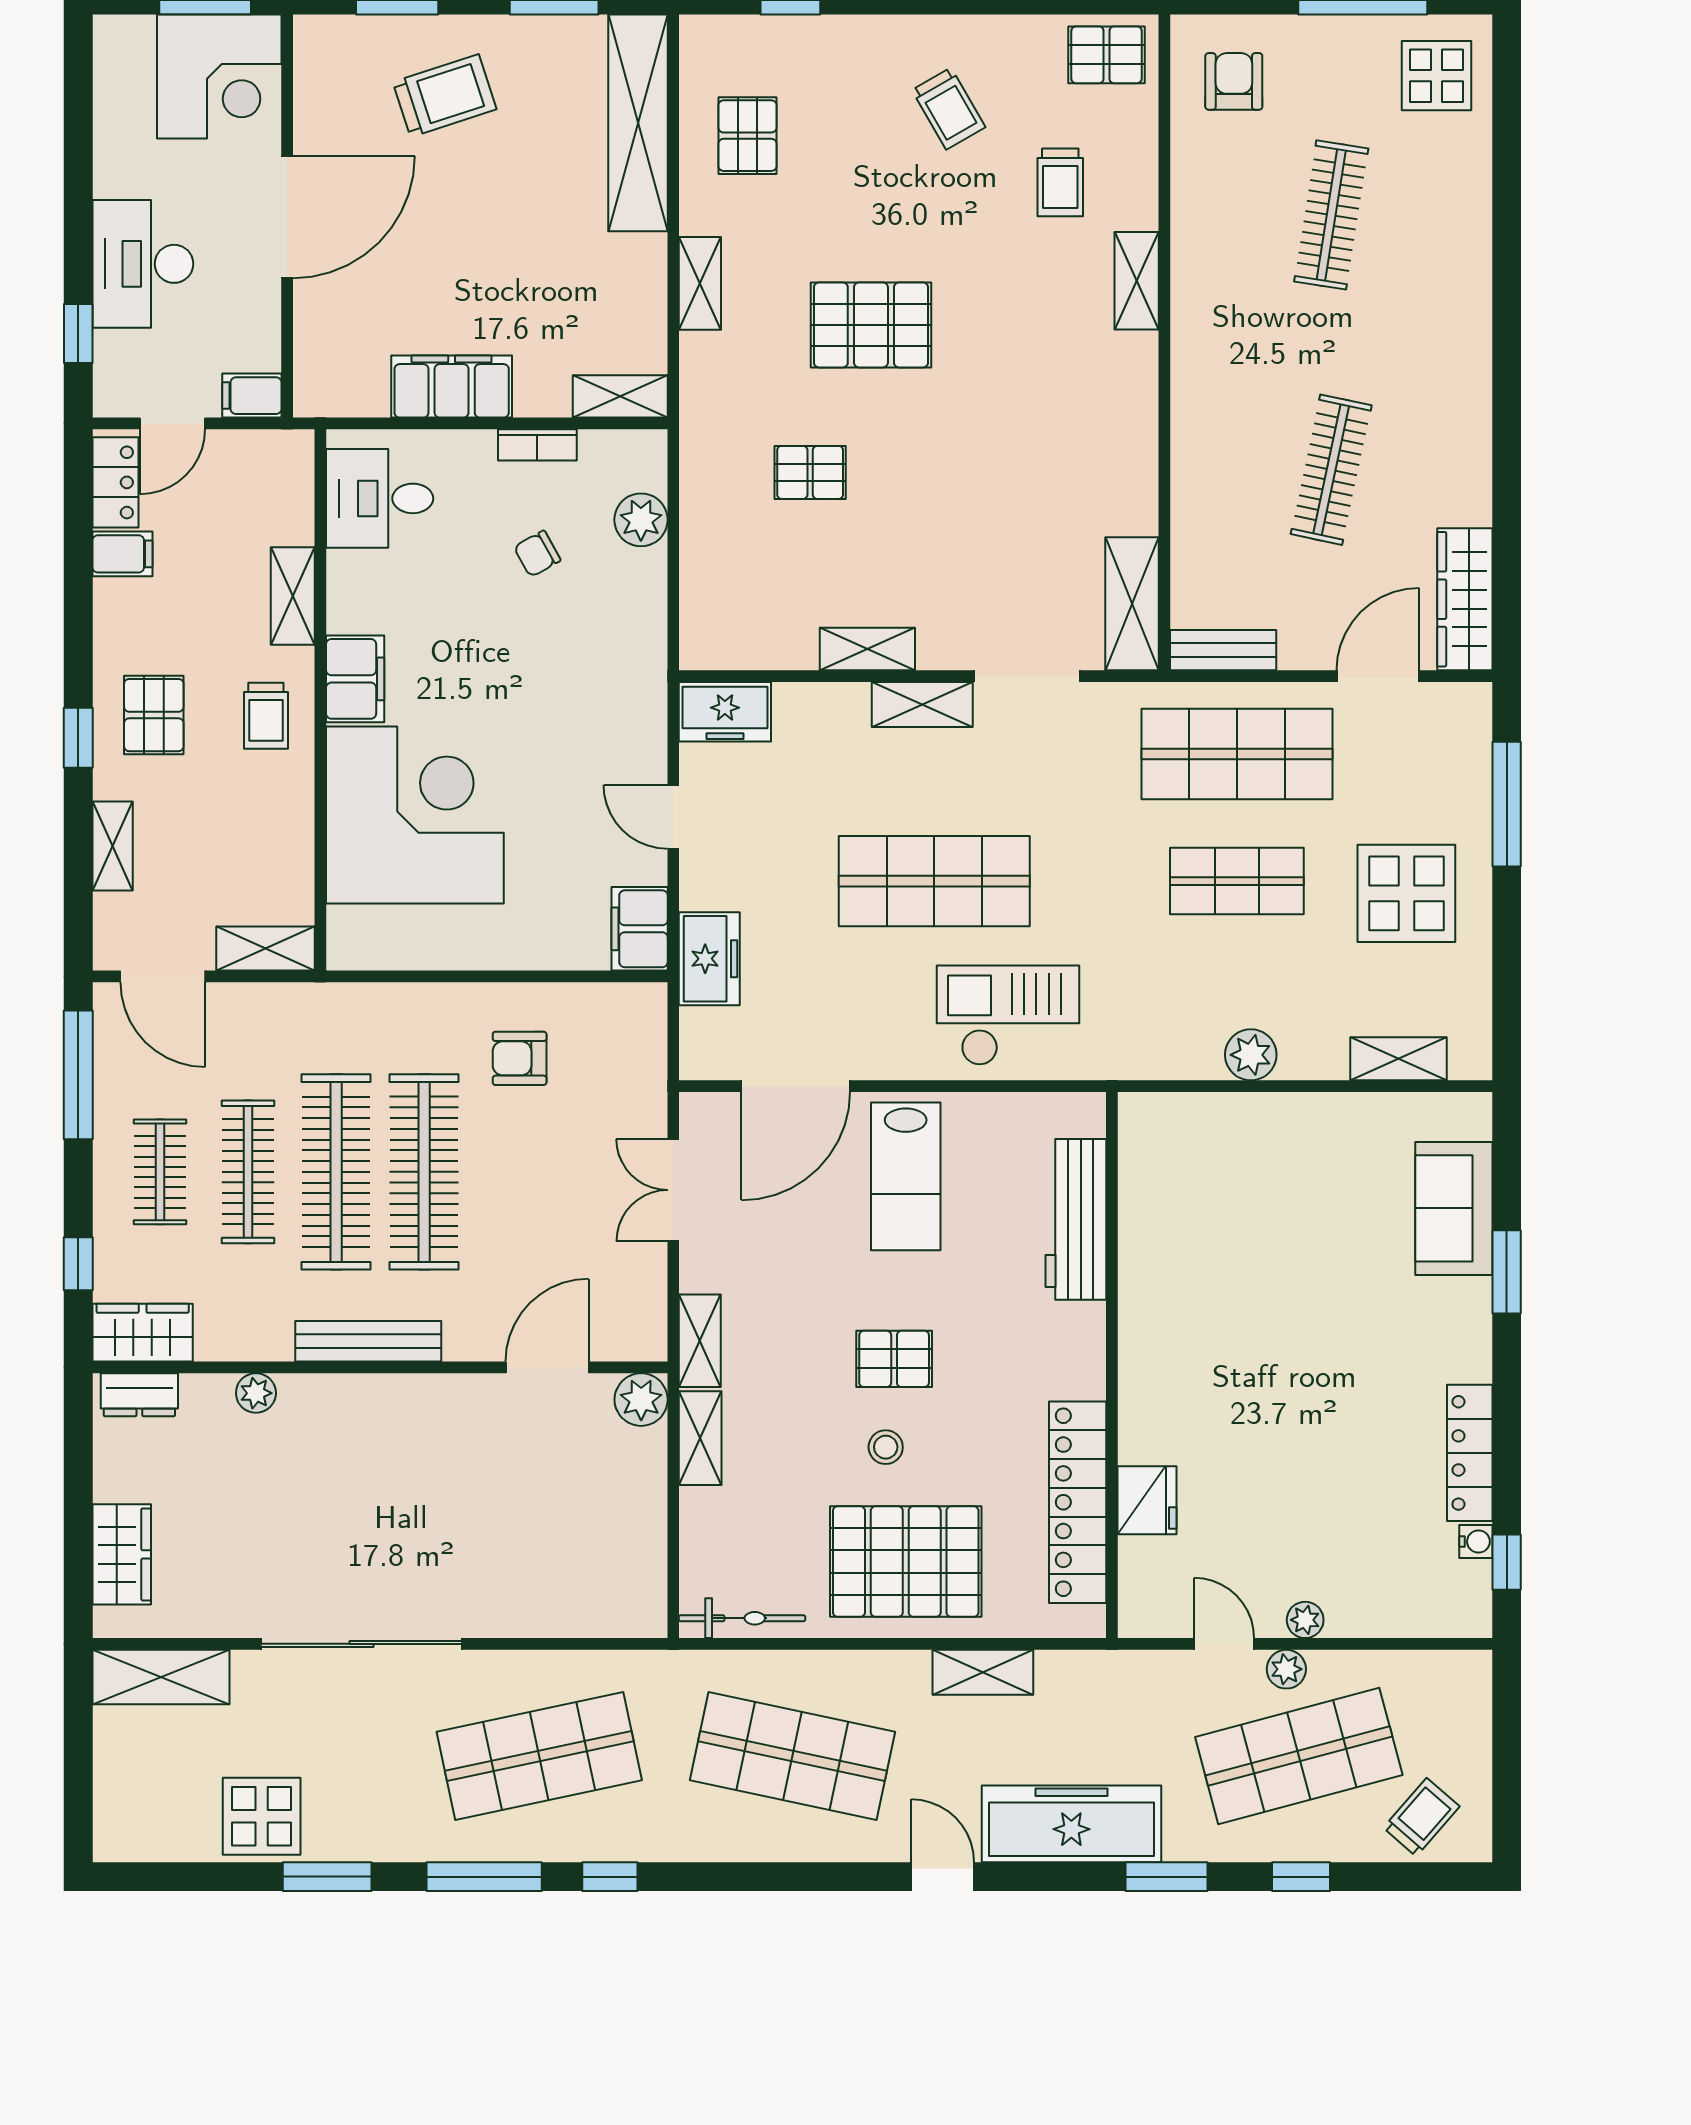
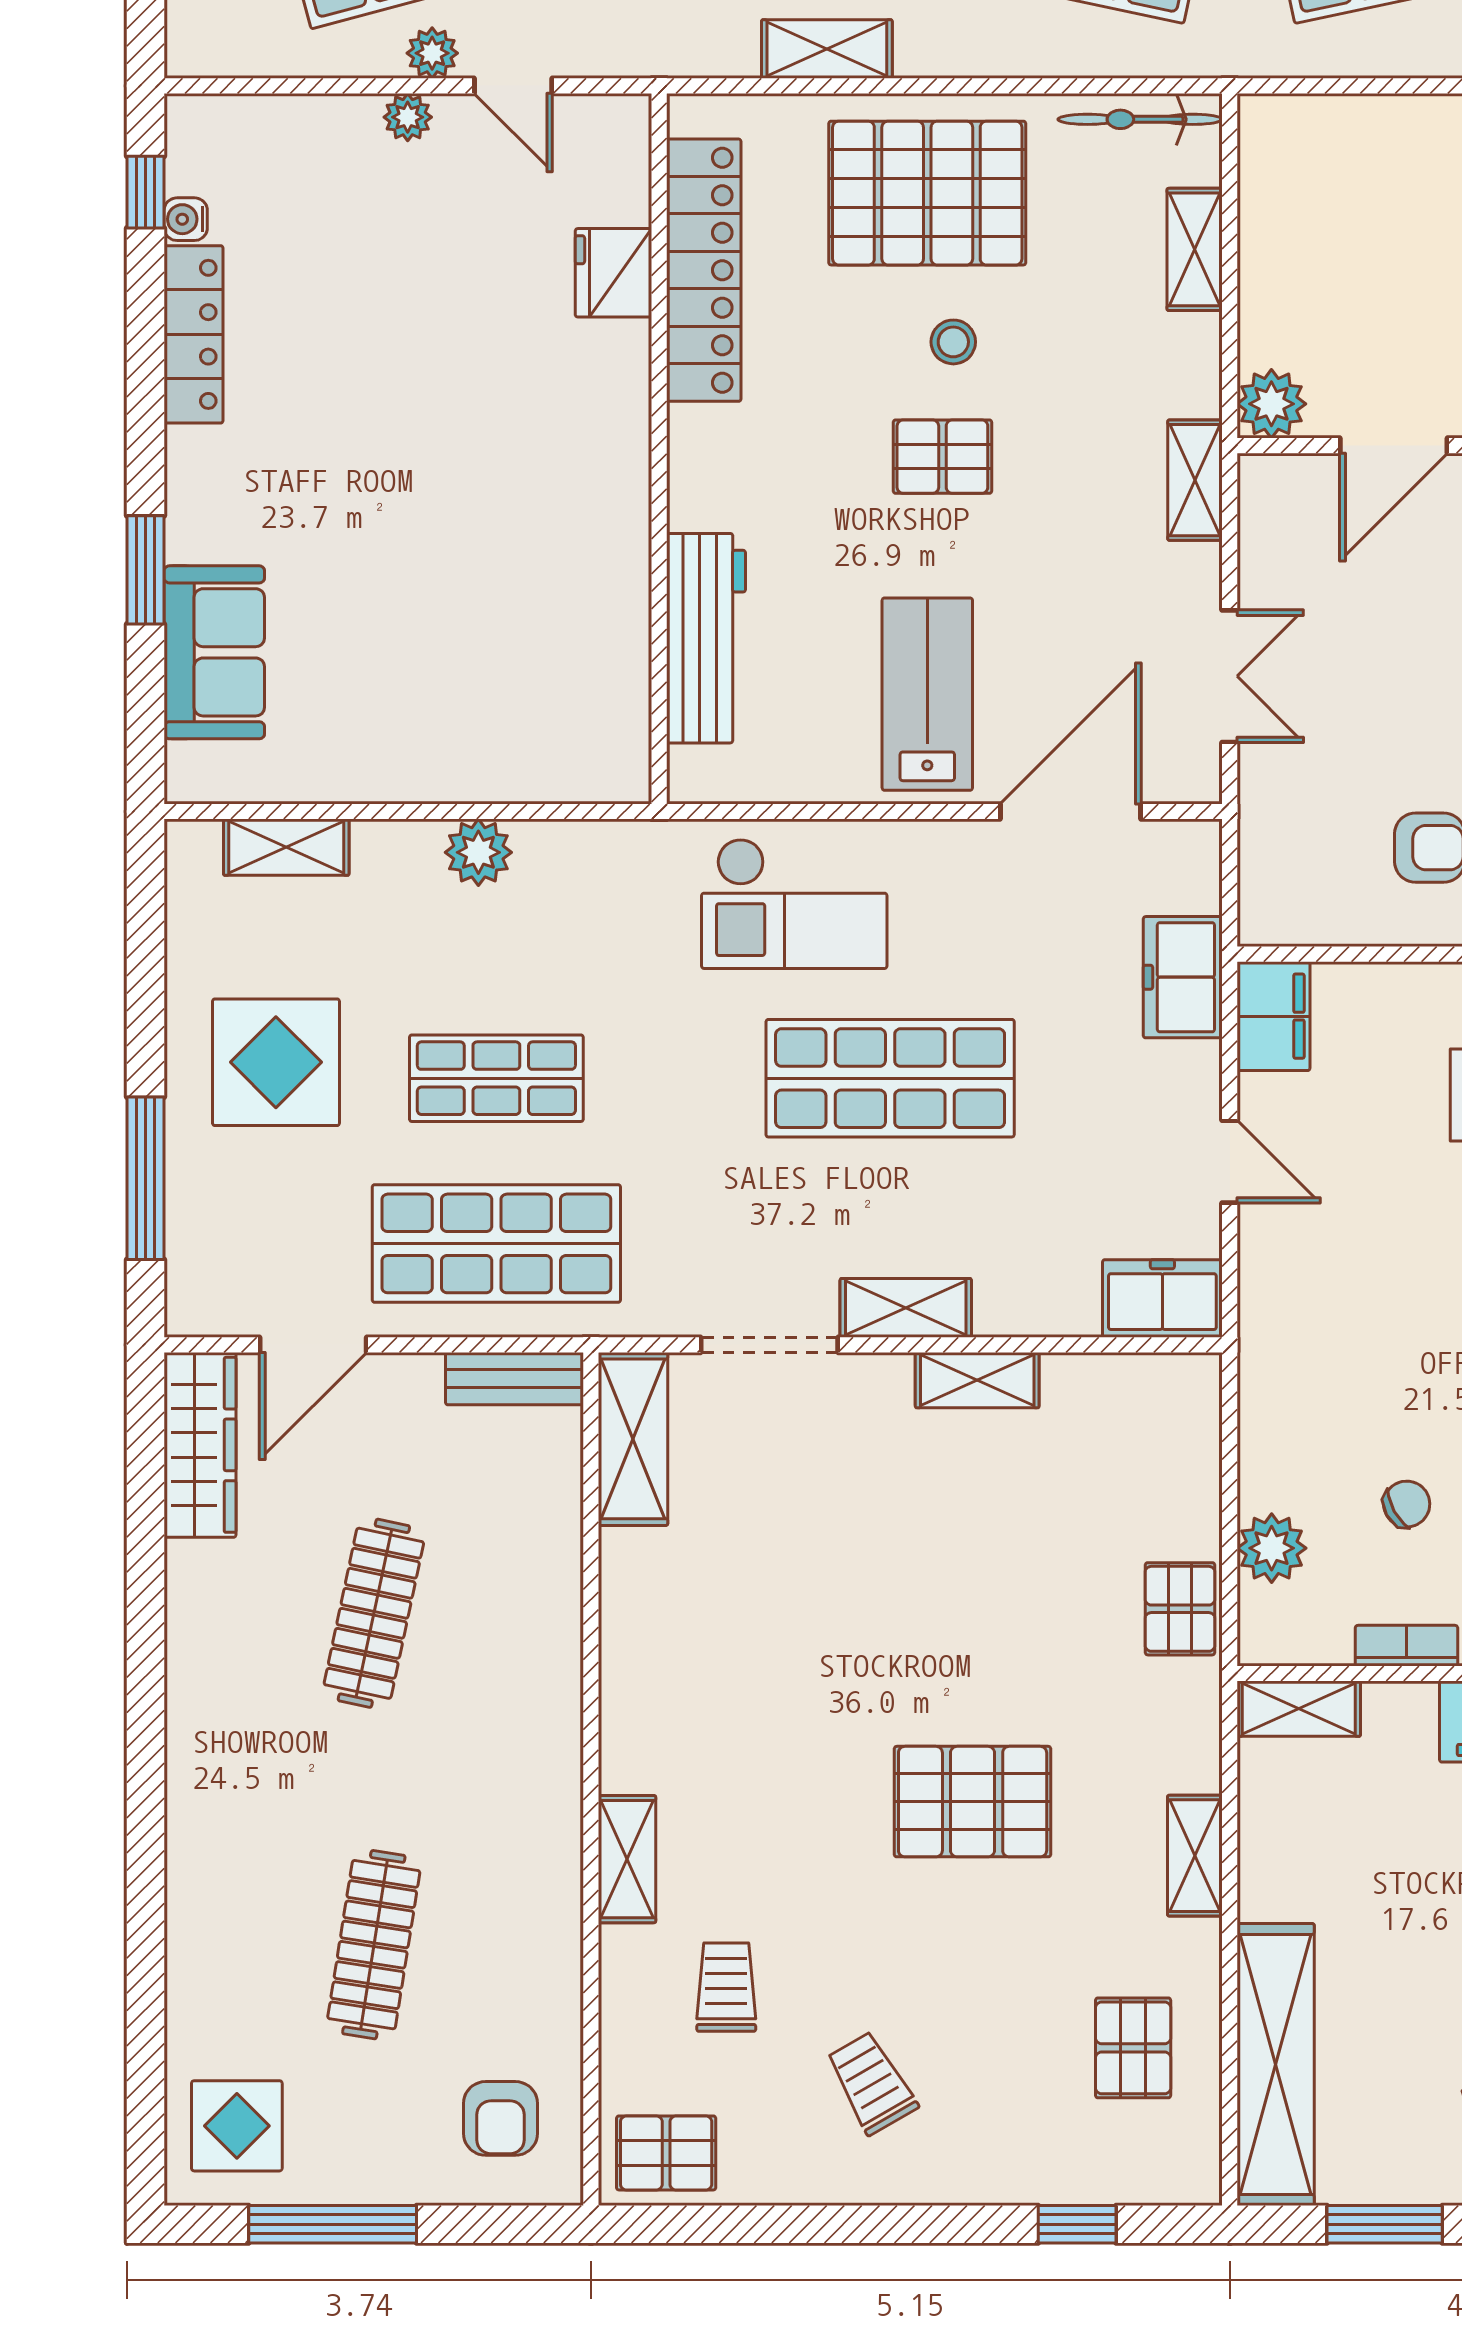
pallet: (810, 472) -> (1180, 1609), moved, turned 90
shelving: (700, 1438) -> (1195, 249), moved

